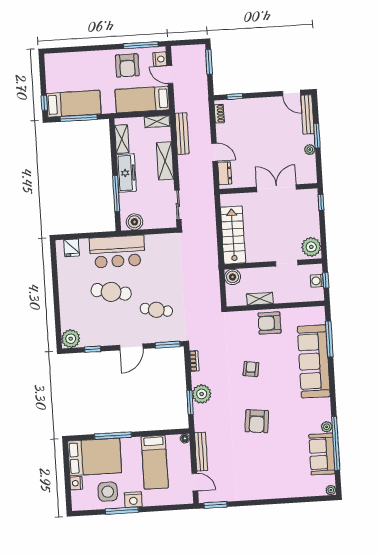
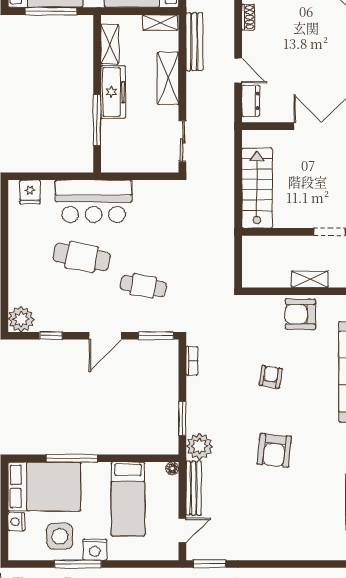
boiler: (134, 222) -> (120, 161), removed
boiler: (233, 277) -> (253, 247), removed
shelving: (260, 299) -> (310, 279), moved
plant: (202, 394) -> (199, 446), moved
door: (195, 482) -> (182, 530), hinge flipped

